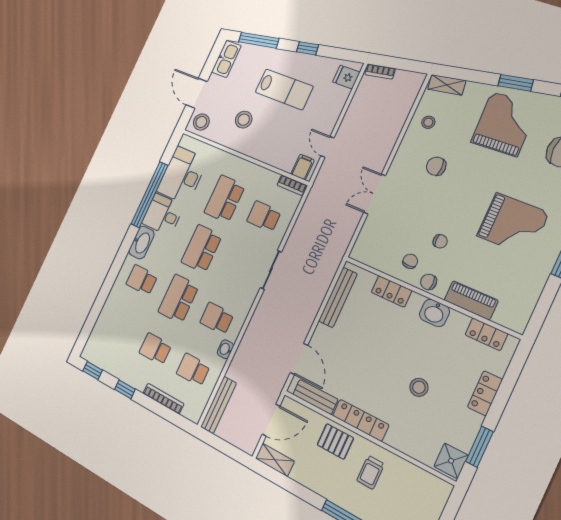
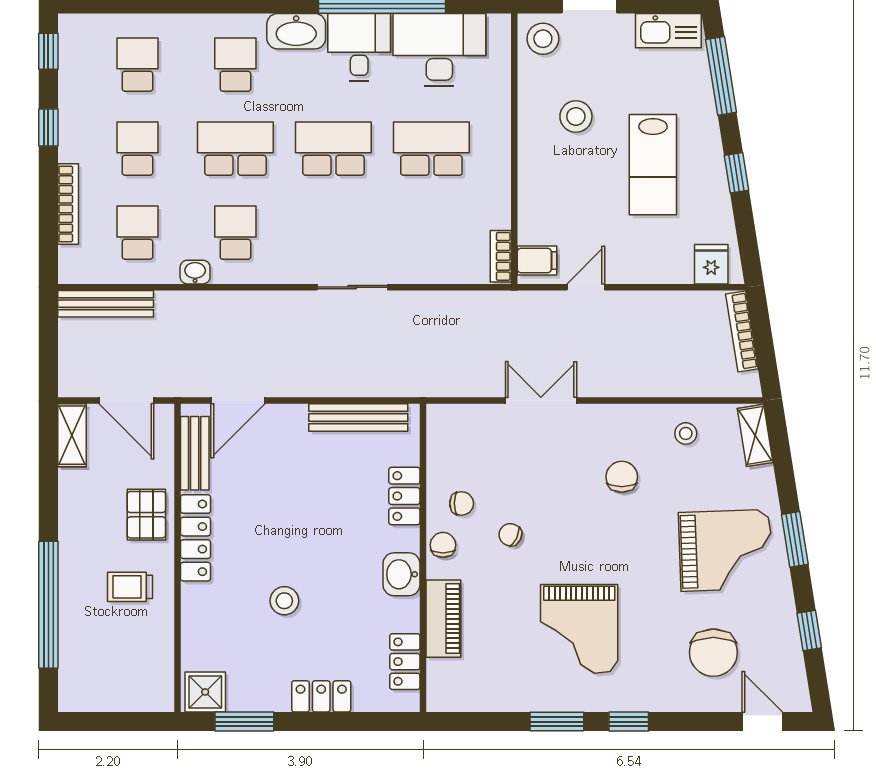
bookcase: (380, 72) -> (742, 331), width x1.56
school desk: (264, 216) -> (137, 65), moved
chair: (440, 241) -> (510, 535), turned 118

